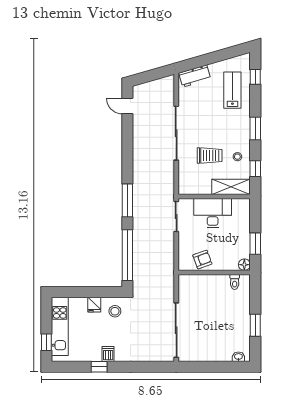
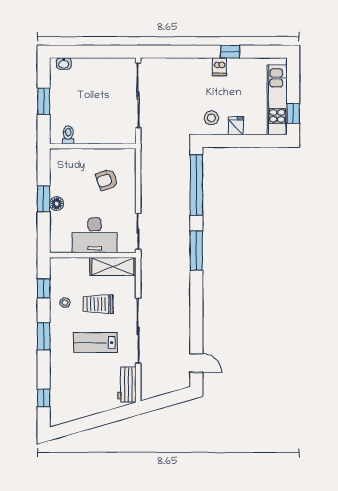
workbench: (195, 76) -> (127, 385), moved, turned -74
lab bench: (232, 90) -> (96, 343), moved, turned 90
shelving: (231, 187) -> (113, 266), moved
floor lamp: (244, 265) -> (57, 204), moved
wall: (214, 272) -> (93, 146), moved
toilet: (235, 282) -> (68, 135), moved
window: (46, 342) -> (293, 113), moved

